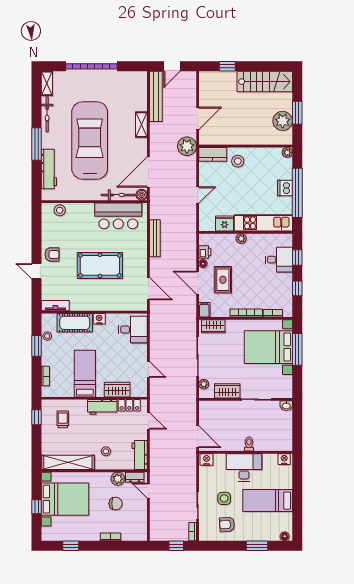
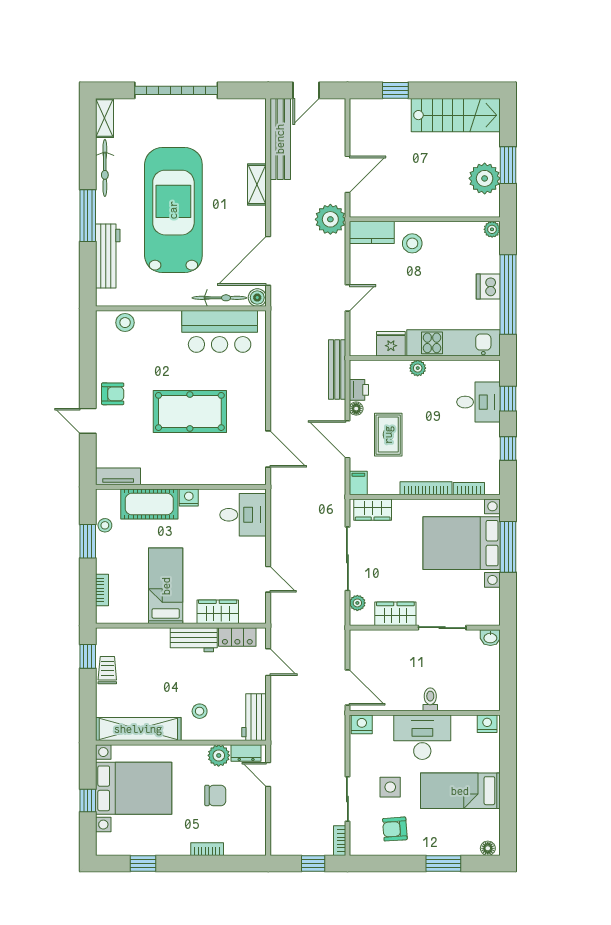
bench: (155, 238) -> (337, 369), moved
trolley: (63, 419) -> (107, 670), moved

